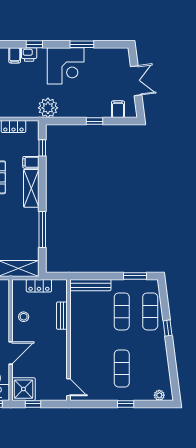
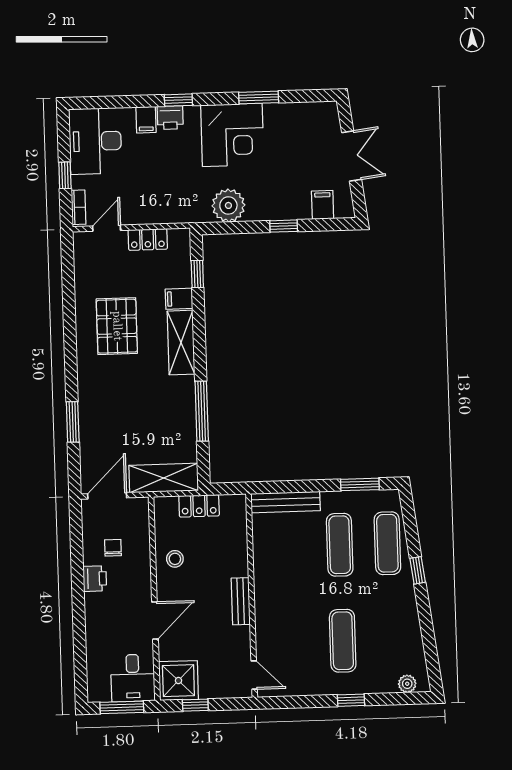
plant: (48, 108) -> (228, 205), moved
bench: (62, 316) -> (241, 601), moved

